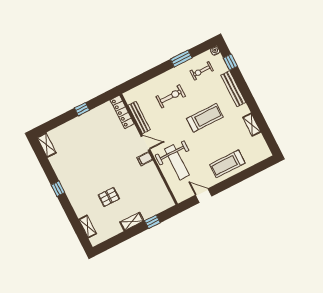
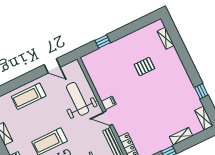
treadmill: (227, 164) -> (29, 96), turned 180
window: (58, 189) -> (201, 91), moved
shelving: (132, 222) -> (181, 136), moved

